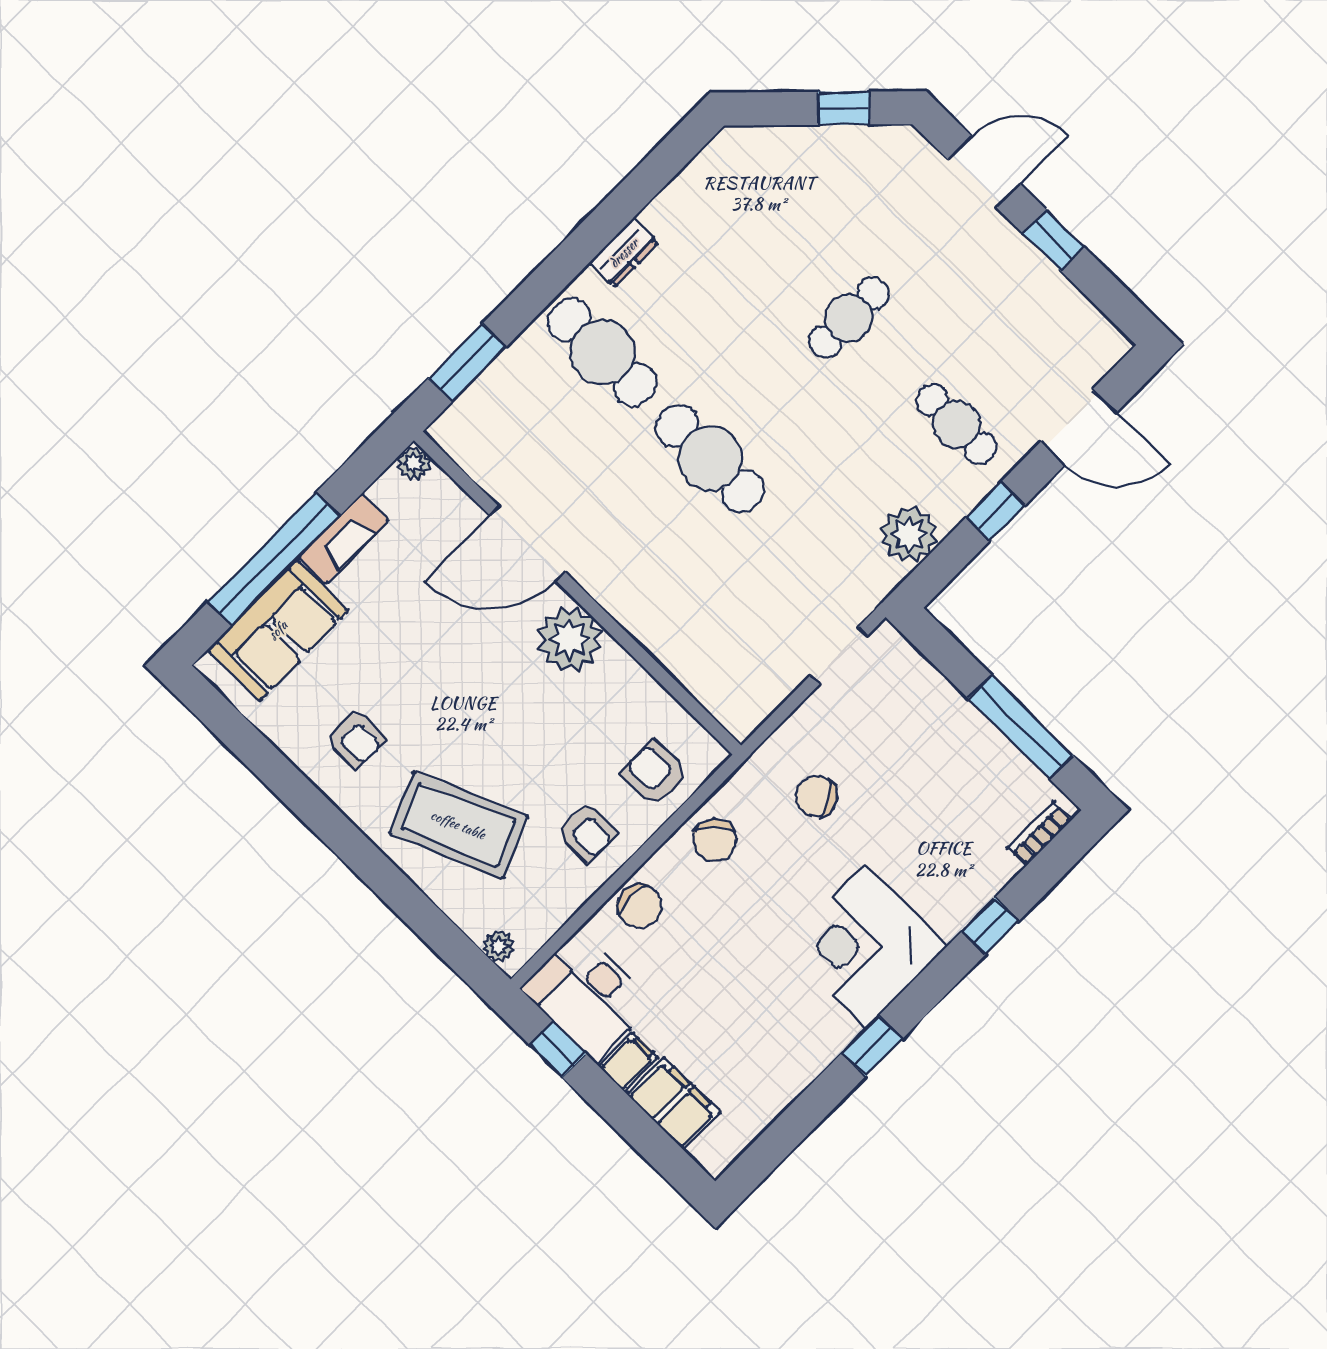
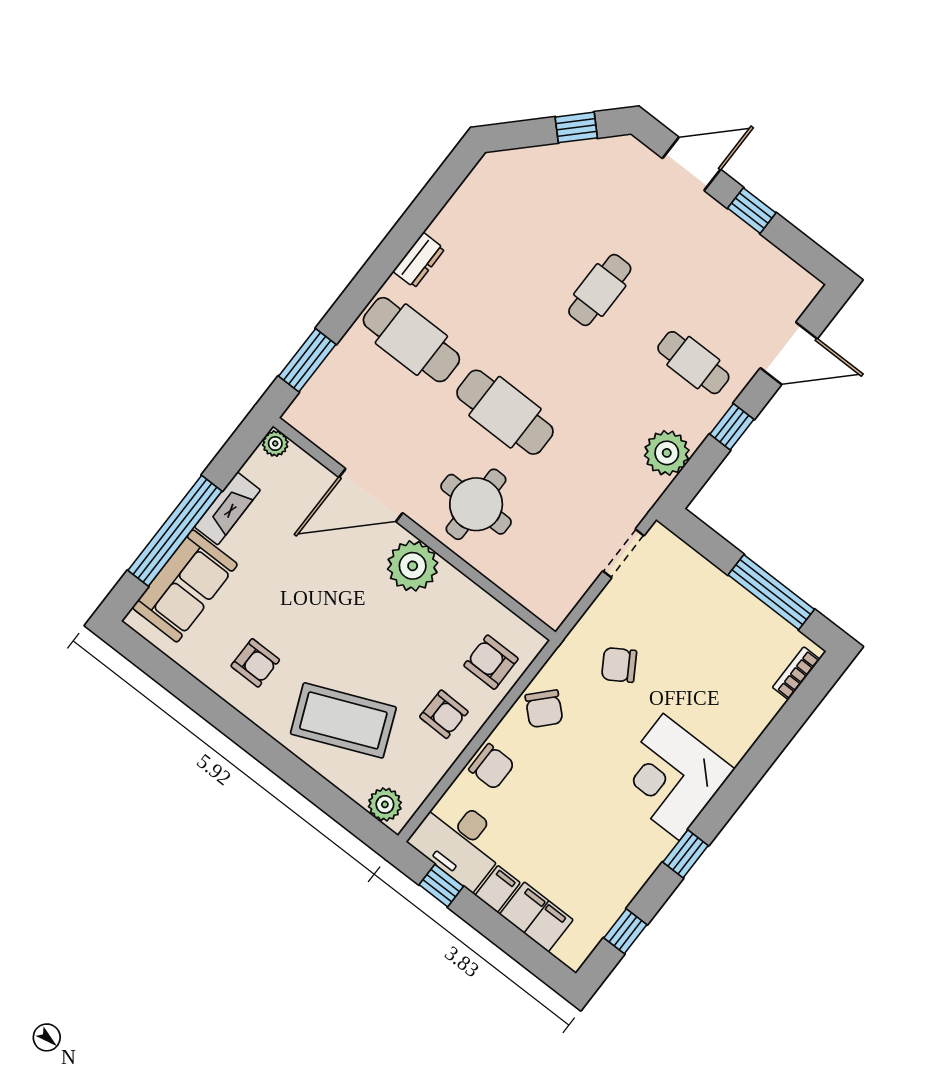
round table: (659, 571) -> (476, 504), added
window: (990, 926) -> (625, 931), moved
plant: (499, 946) -> (385, 804), width x1.38, depth x1.38

